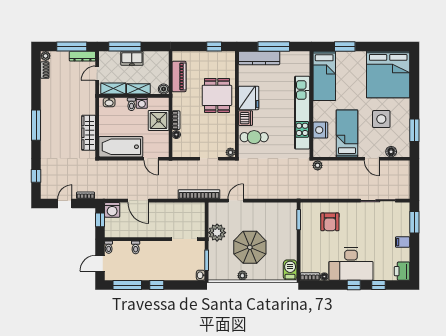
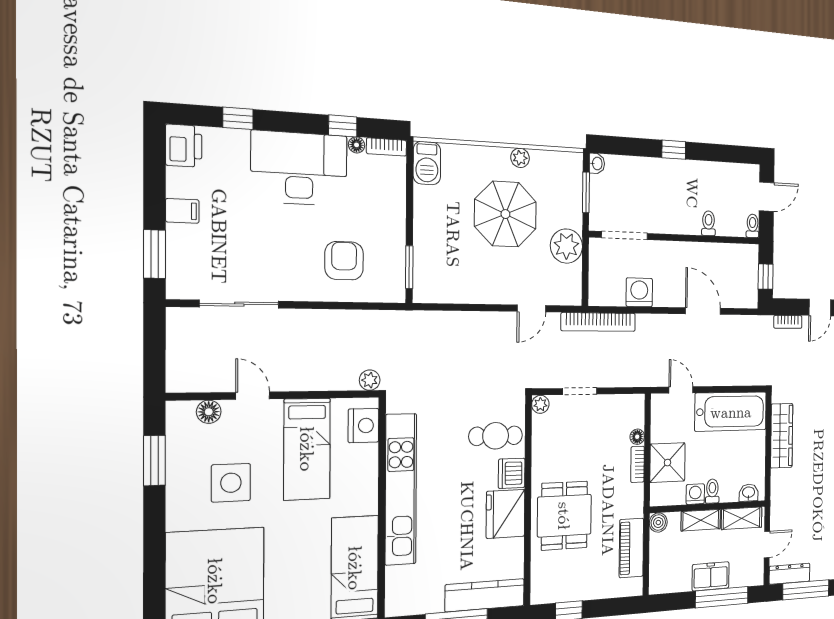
nightstand: (320, 130) -> (364, 426), moved
washing machine: (112, 210) -> (639, 292), moved
window: (127, 285) -> (723, 153), removed
window: (354, 285) -> (343, 126), moved

